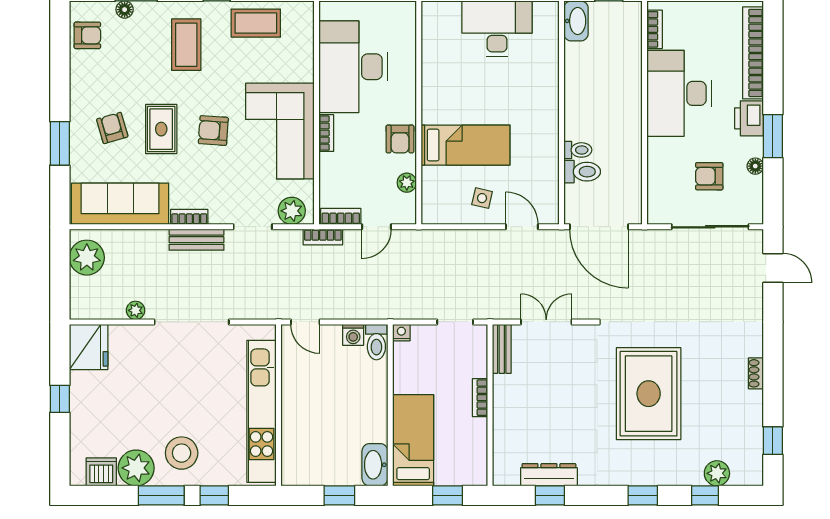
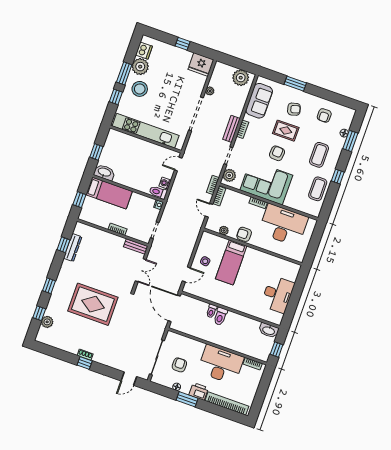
armchair: (87, 35) -> (324, 115), moved
coffee table: (186, 45) -> (319, 155), turned 90
toilet: (582, 172) -> (220, 316), moved
sofa: (120, 204) -> (259, 101), width x0.73
door: (599, 227) -> (174, 308), hinge flipped
window: (773, 441) -> (85, 363), moved

